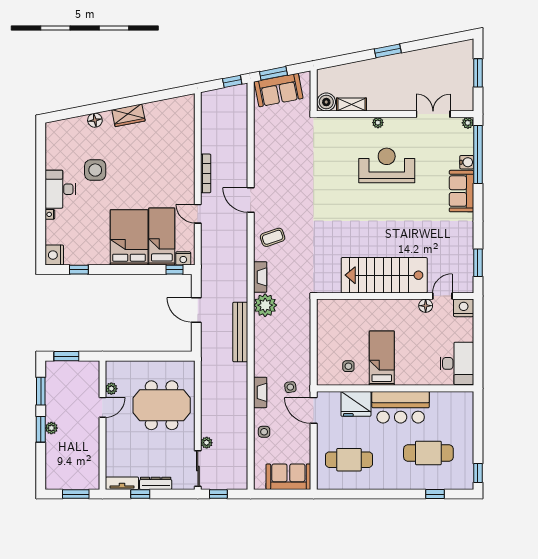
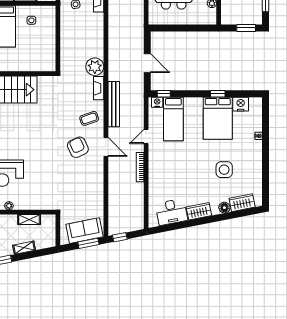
shelving: (358, 68) -> (24, 248), added
boiler: (326, 102) -> (48, 221), removed
wardrobe: (72, 127) -> (242, 203), added
desk: (60, 189) -> (171, 212), moved, turned 79
armchair: (287, 199) -> (78, 147), added
door: (198, 214) -> (146, 136), swing flipped
bed: (129, 237) -> (218, 118), moved
nightstand: (54, 255) -> (241, 104), moved, turned -90
window: (79, 270) -> (218, 94), moved
bench: (240, 332) -> (114, 104), moved

